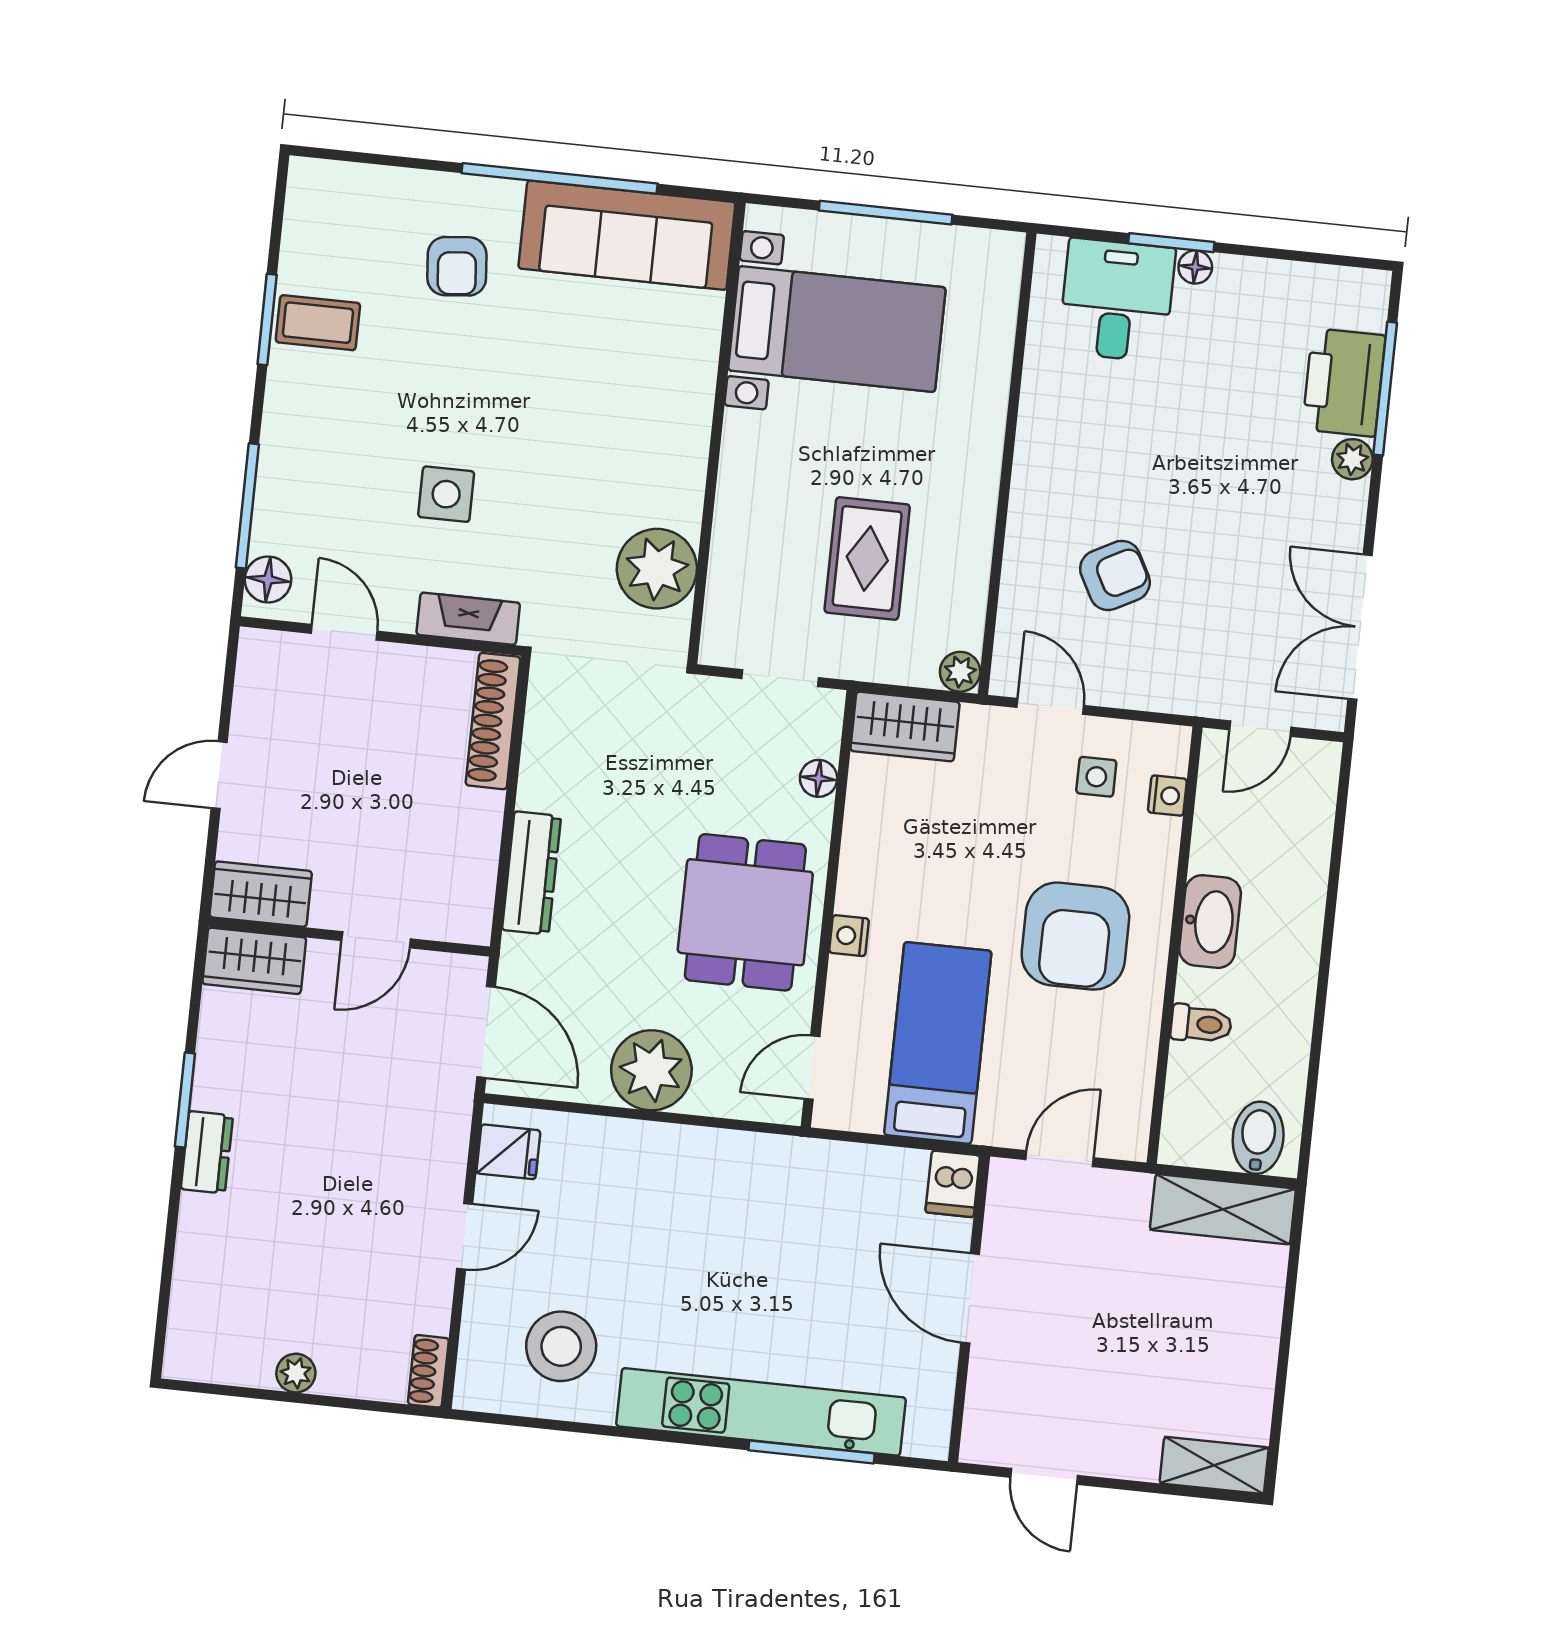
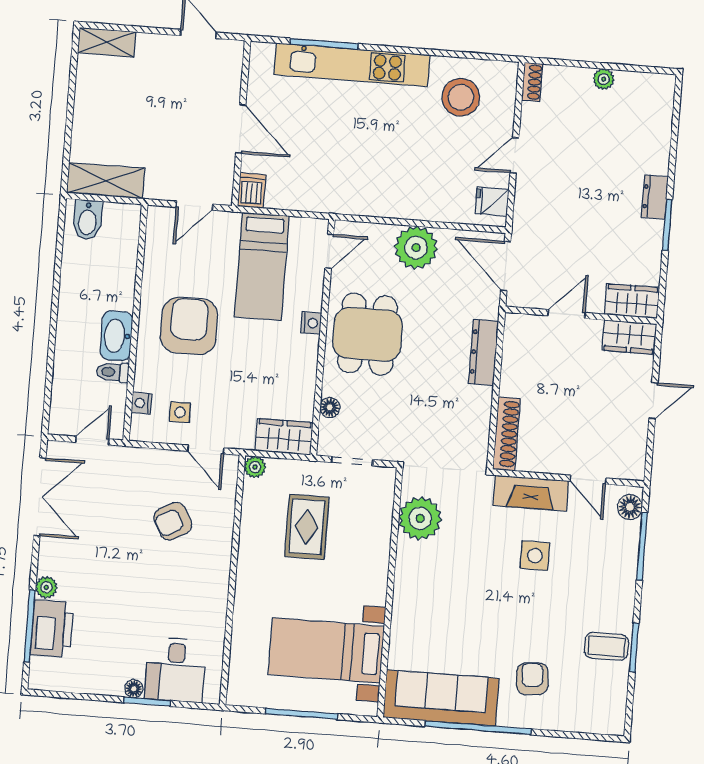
fireplace: (468, 619) -> (531, 493), width x1.37, depth x1.32
toilet: (1201, 1024) -> (113, 372), moved

